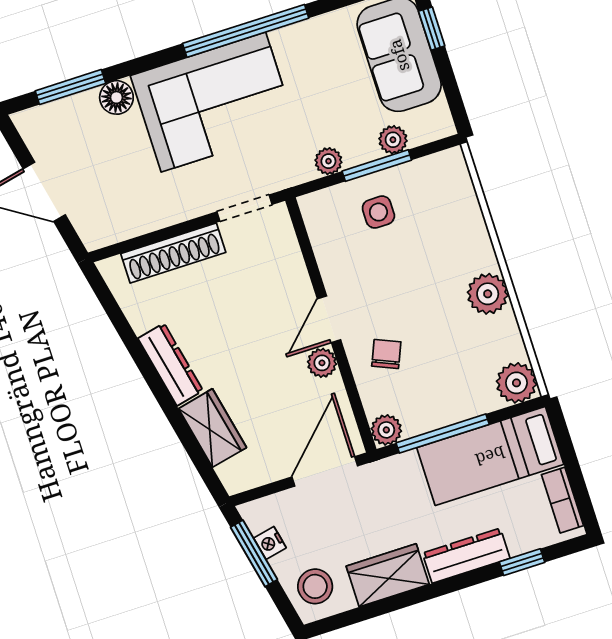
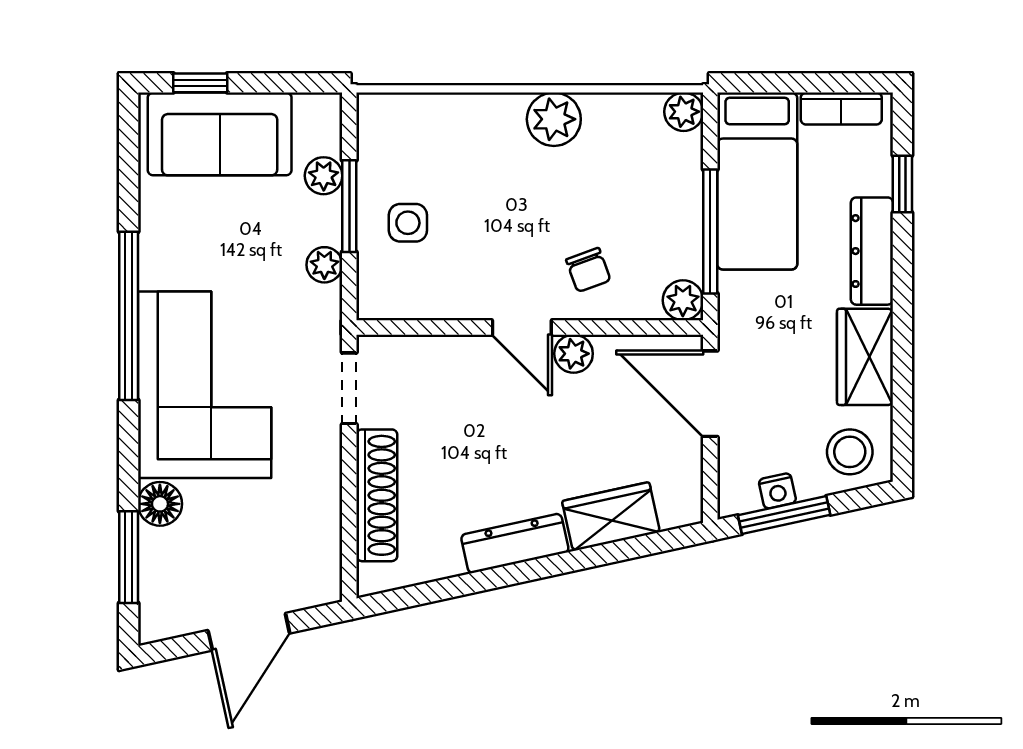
chair: (386, 354) -> (588, 270), turned -133
plant: (516, 383) -> (684, 112), width x0.73, depth x0.73

